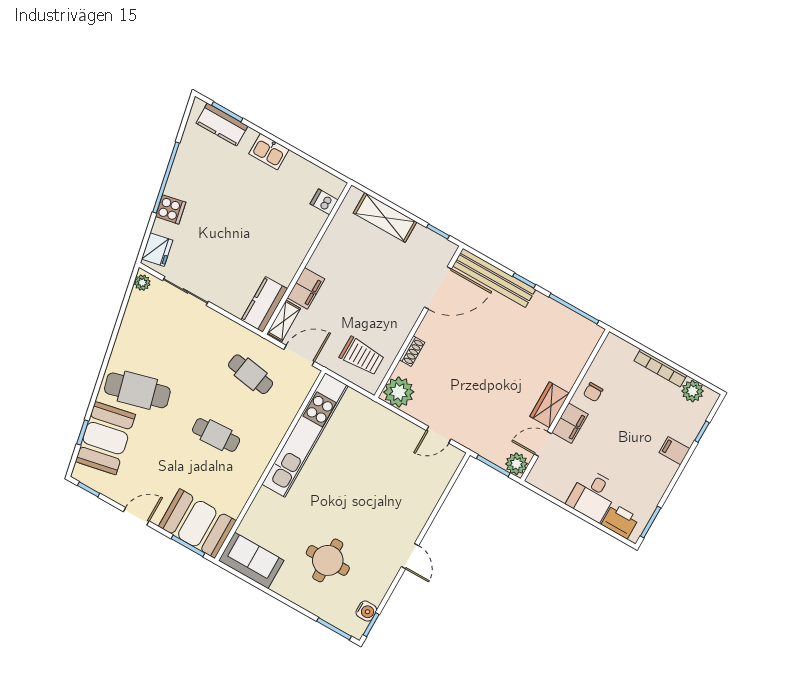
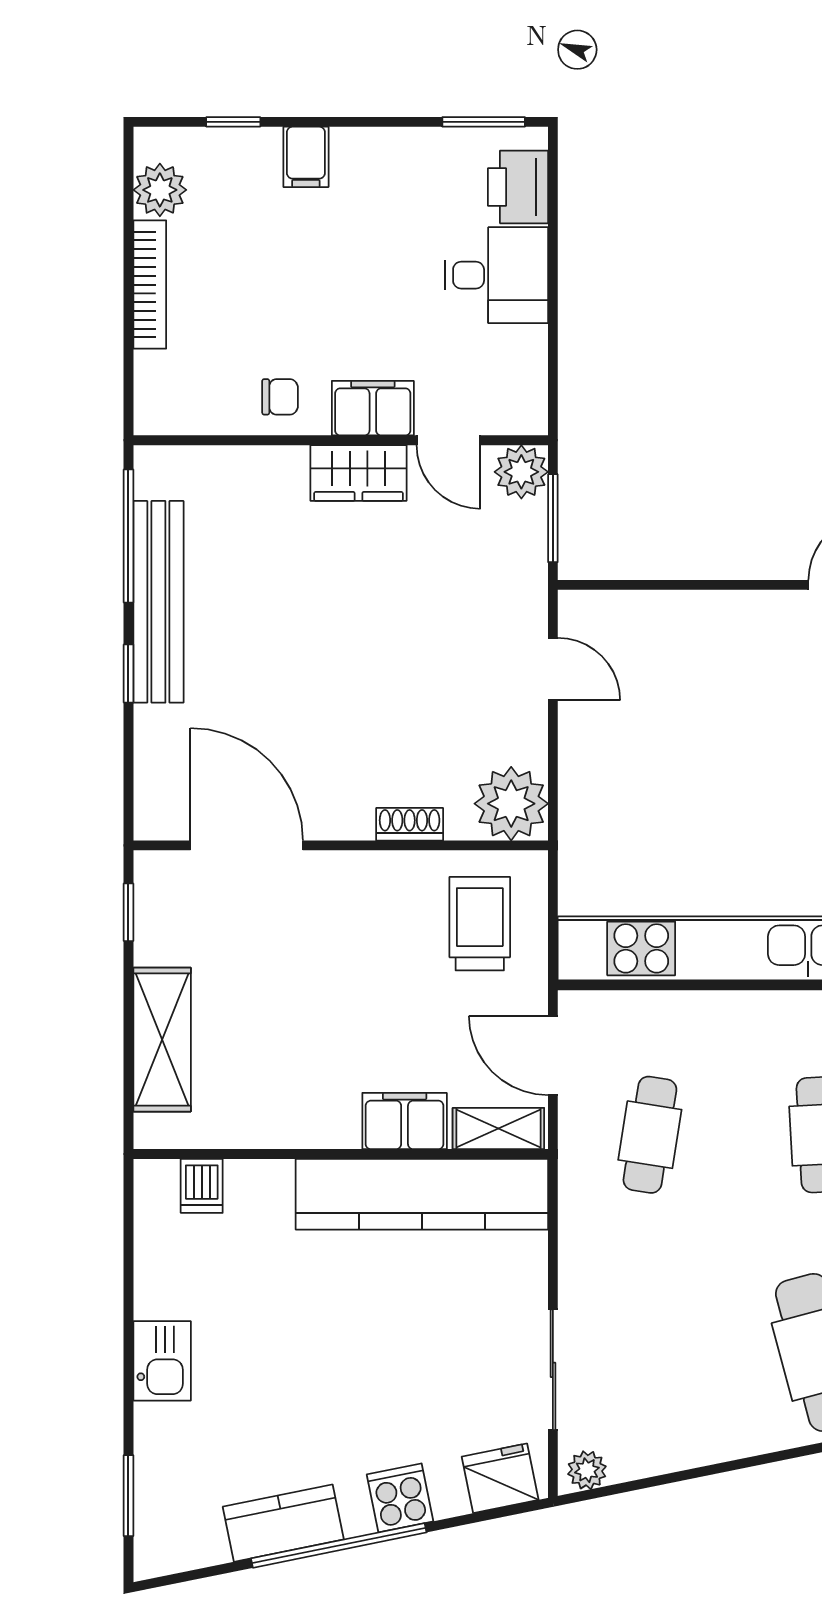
kitchen counter: (222, 125) -> (283, 1523), moved, turned -101
bench: (494, 278) -> (158, 602), moved
kitchen counter: (264, 304) -> (422, 1194), width x2.08, depth x1.17

